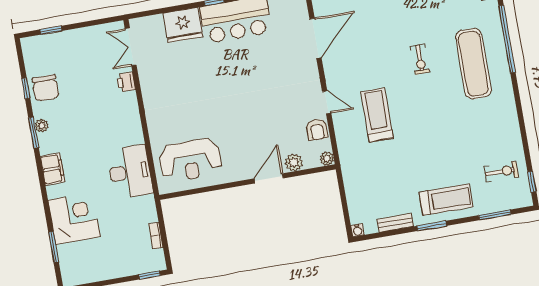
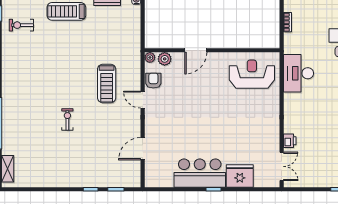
door: (315, 38) -> (143, 149), width x0.73
exercise mat: (473, 64) -> (28, 109), removed
plant: (294, 162) -> (165, 59), moved

